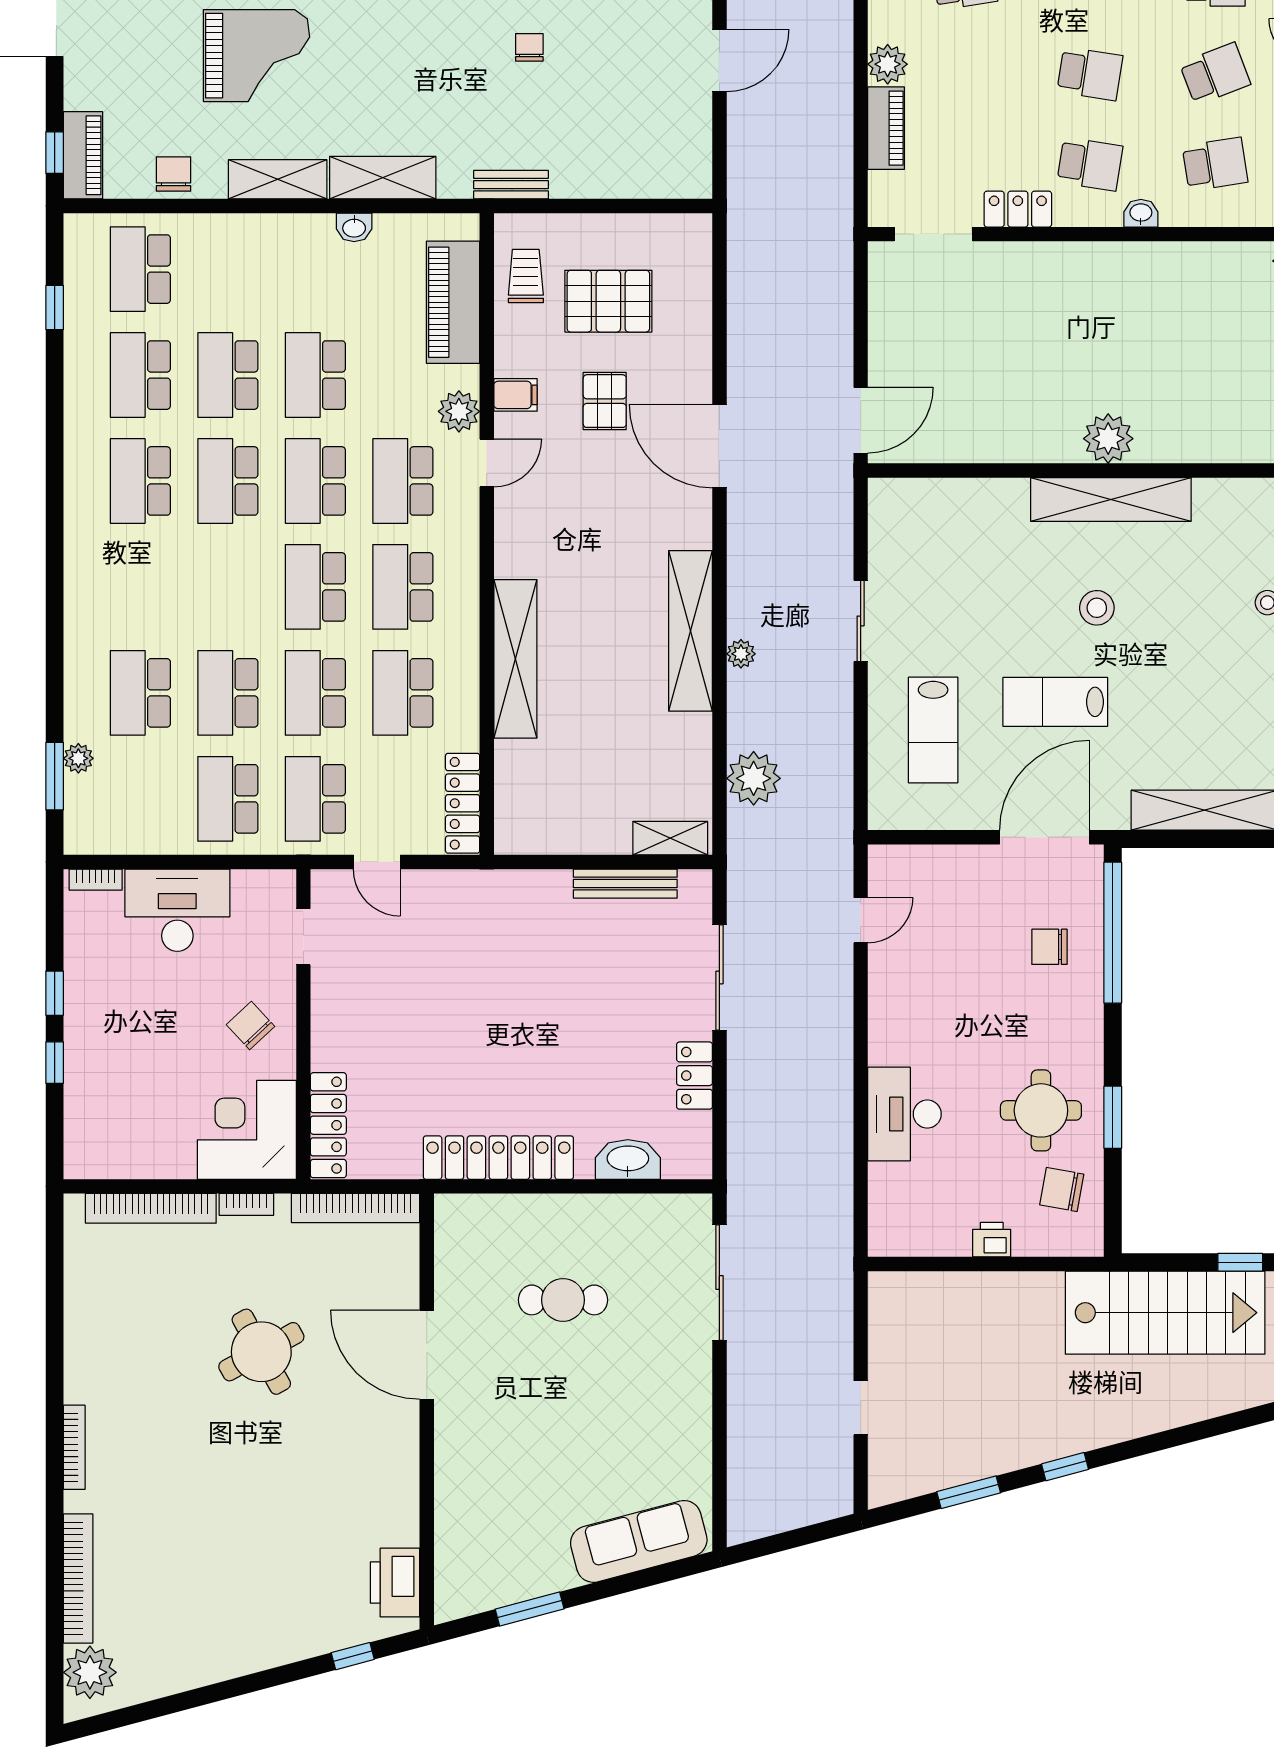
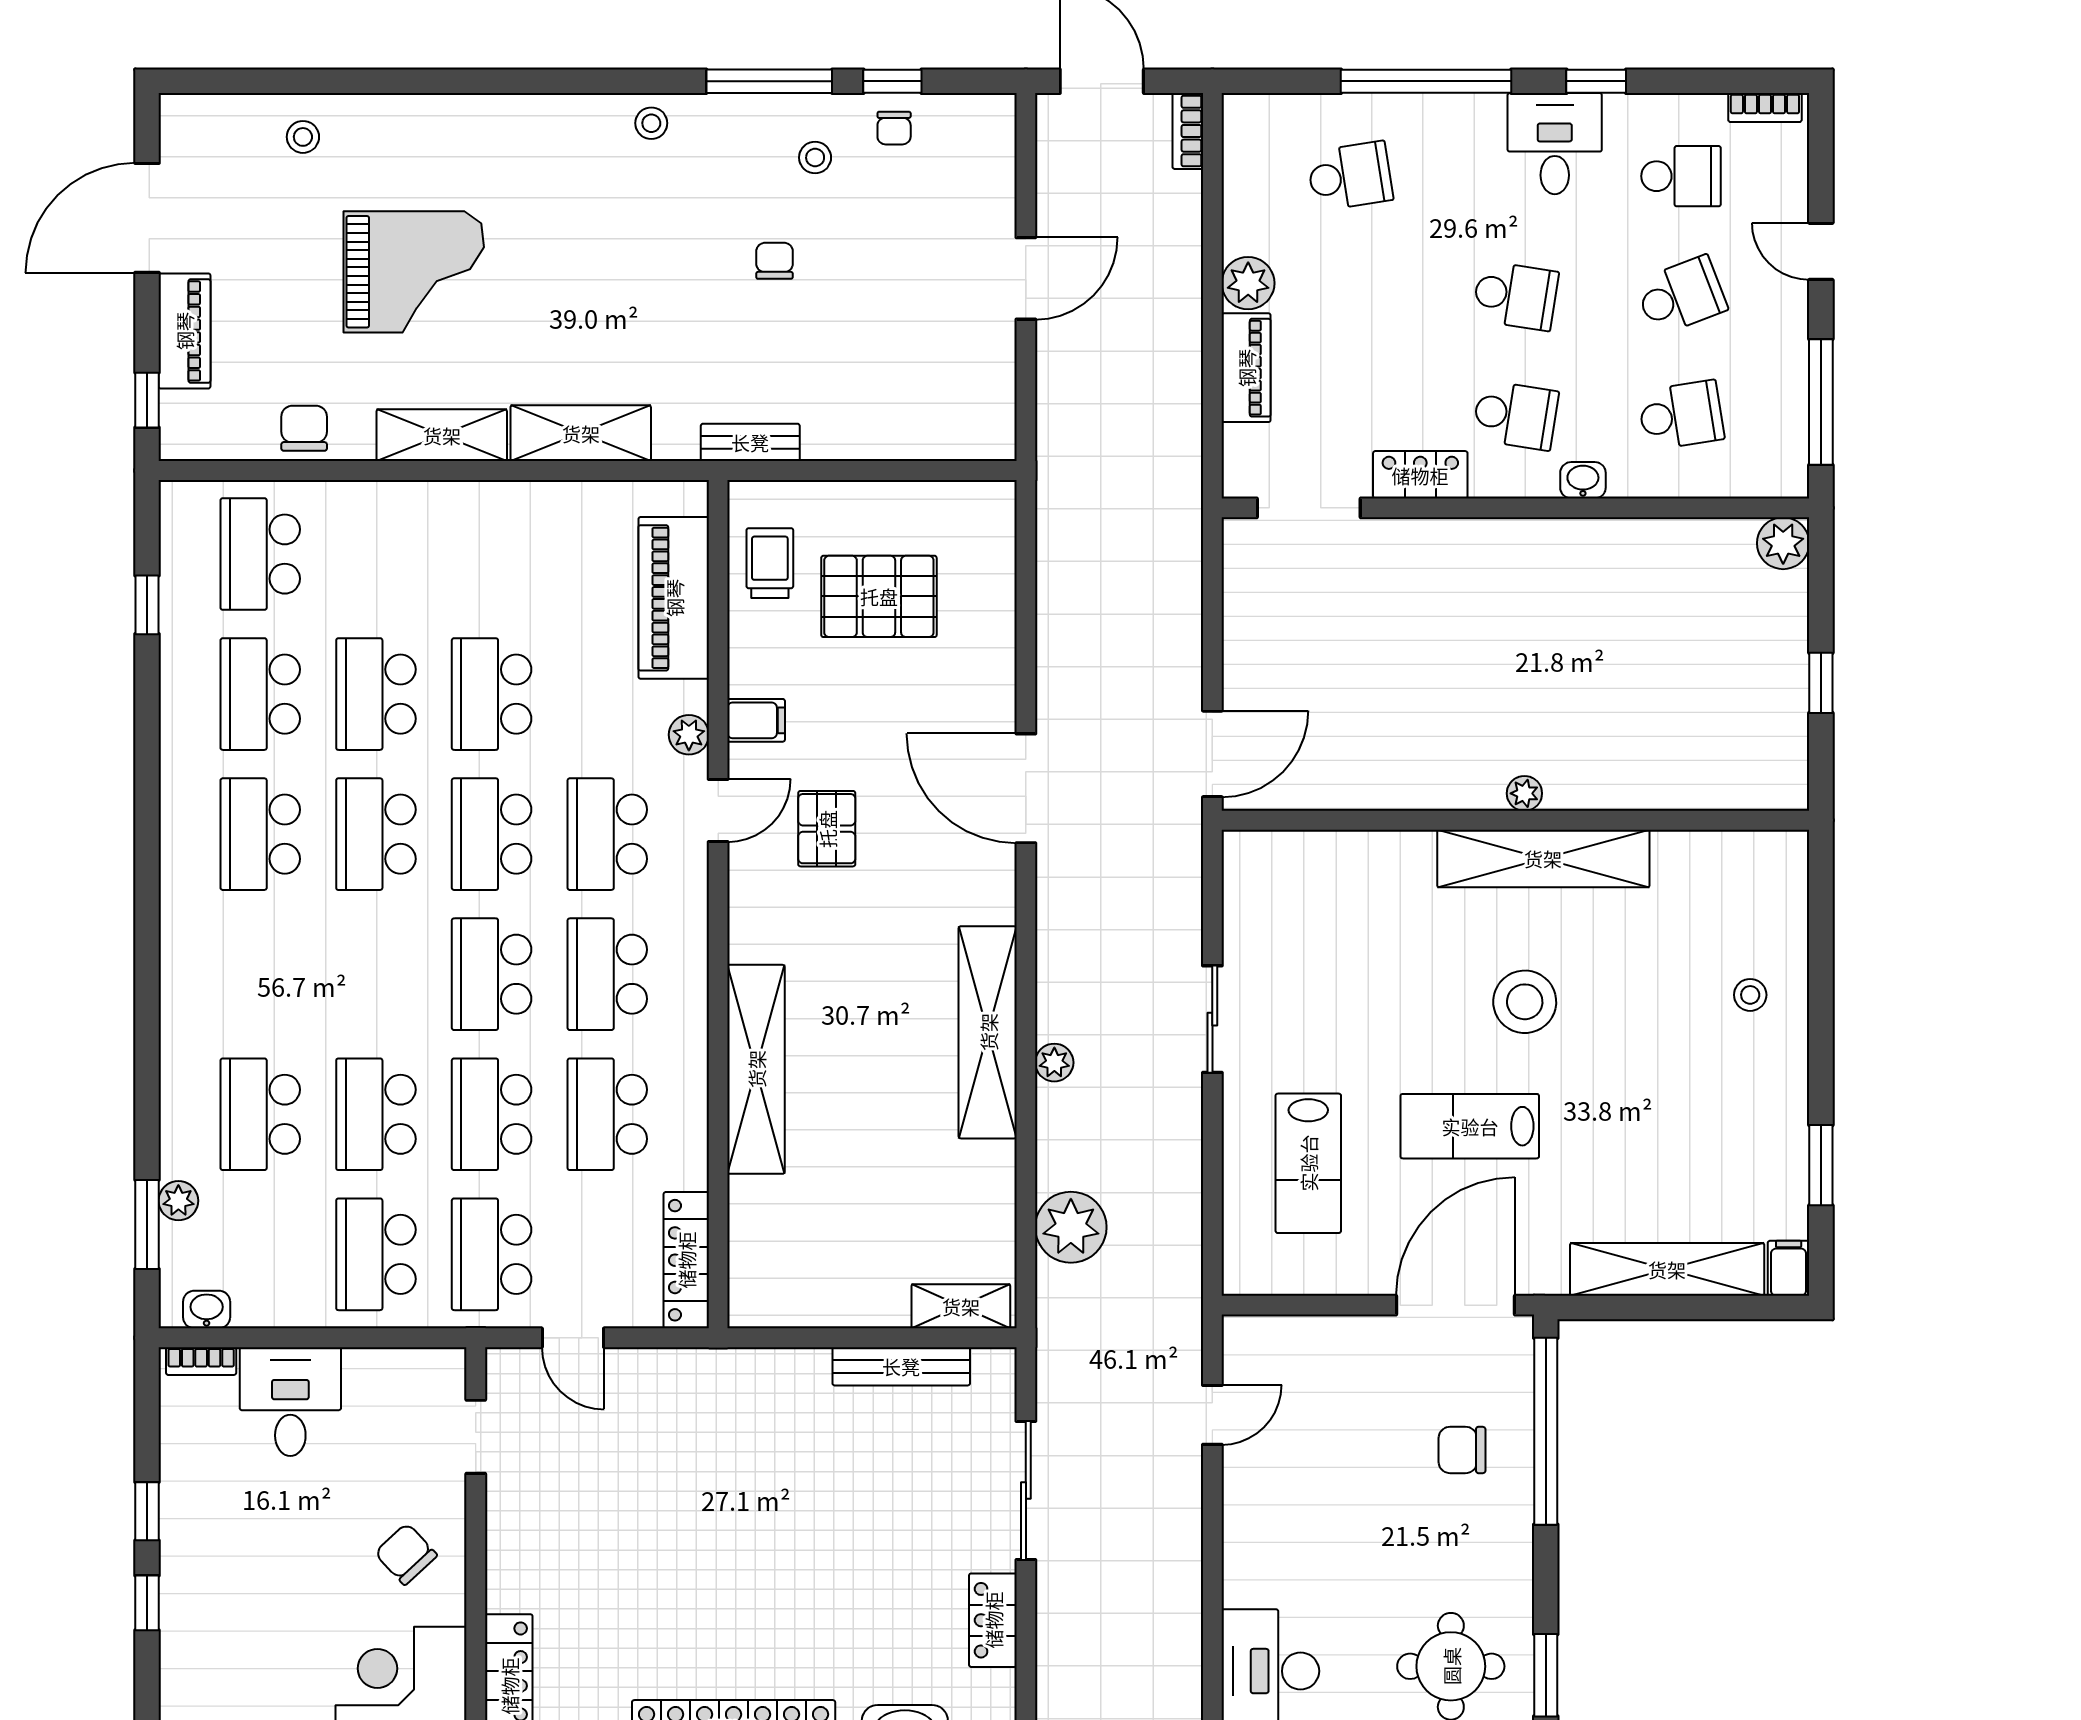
piano: (83, 155) -> (184, 331), moved
washbasin: (354, 227) -> (207, 1310), moved, turned 180
pallet: (605, 401) -> (827, 829), moved
plant: (459, 411) -> (689, 735), width x0.73, depth x0.73
plant: (1108, 439) -> (1524, 793), width x0.53, depth x0.53
stool: (1097, 608) -> (1525, 1002), width x1.38, depth x1.38
desk: (177, 910) -> (290, 1402), width x0.73

